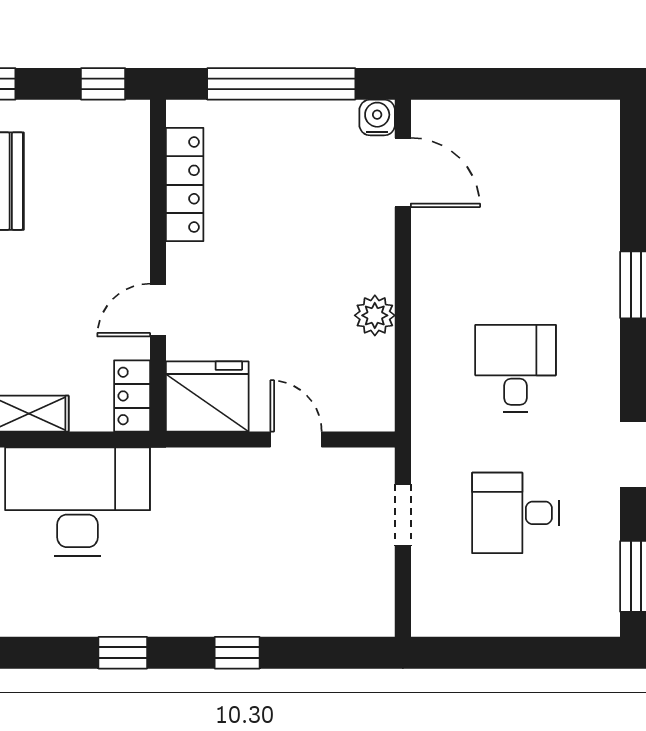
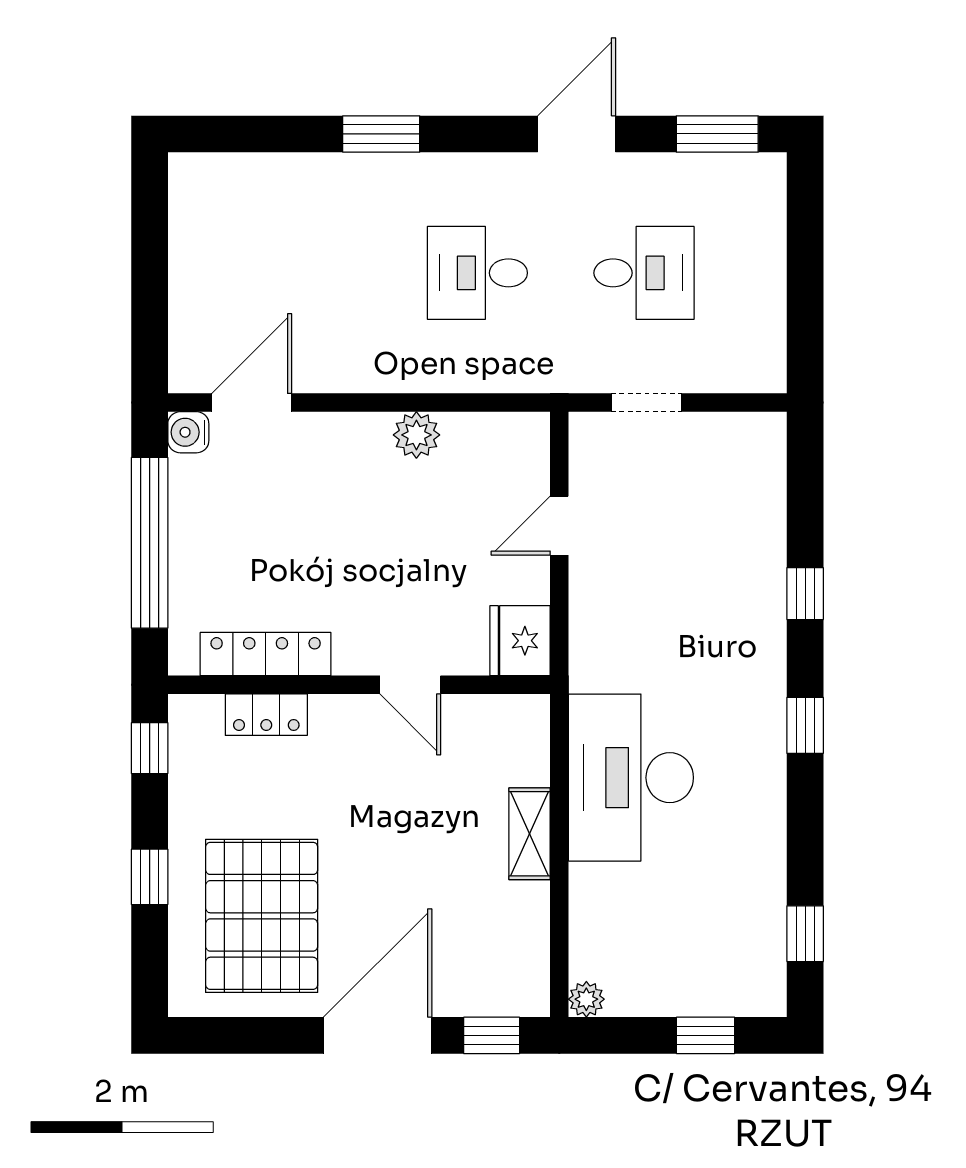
locker: (132, 396) -> (266, 715), moved
fridge: (207, 396) -> (520, 641), width x0.73, depth x0.75
desk: (515, 513) -> (644, 273), turned -90

